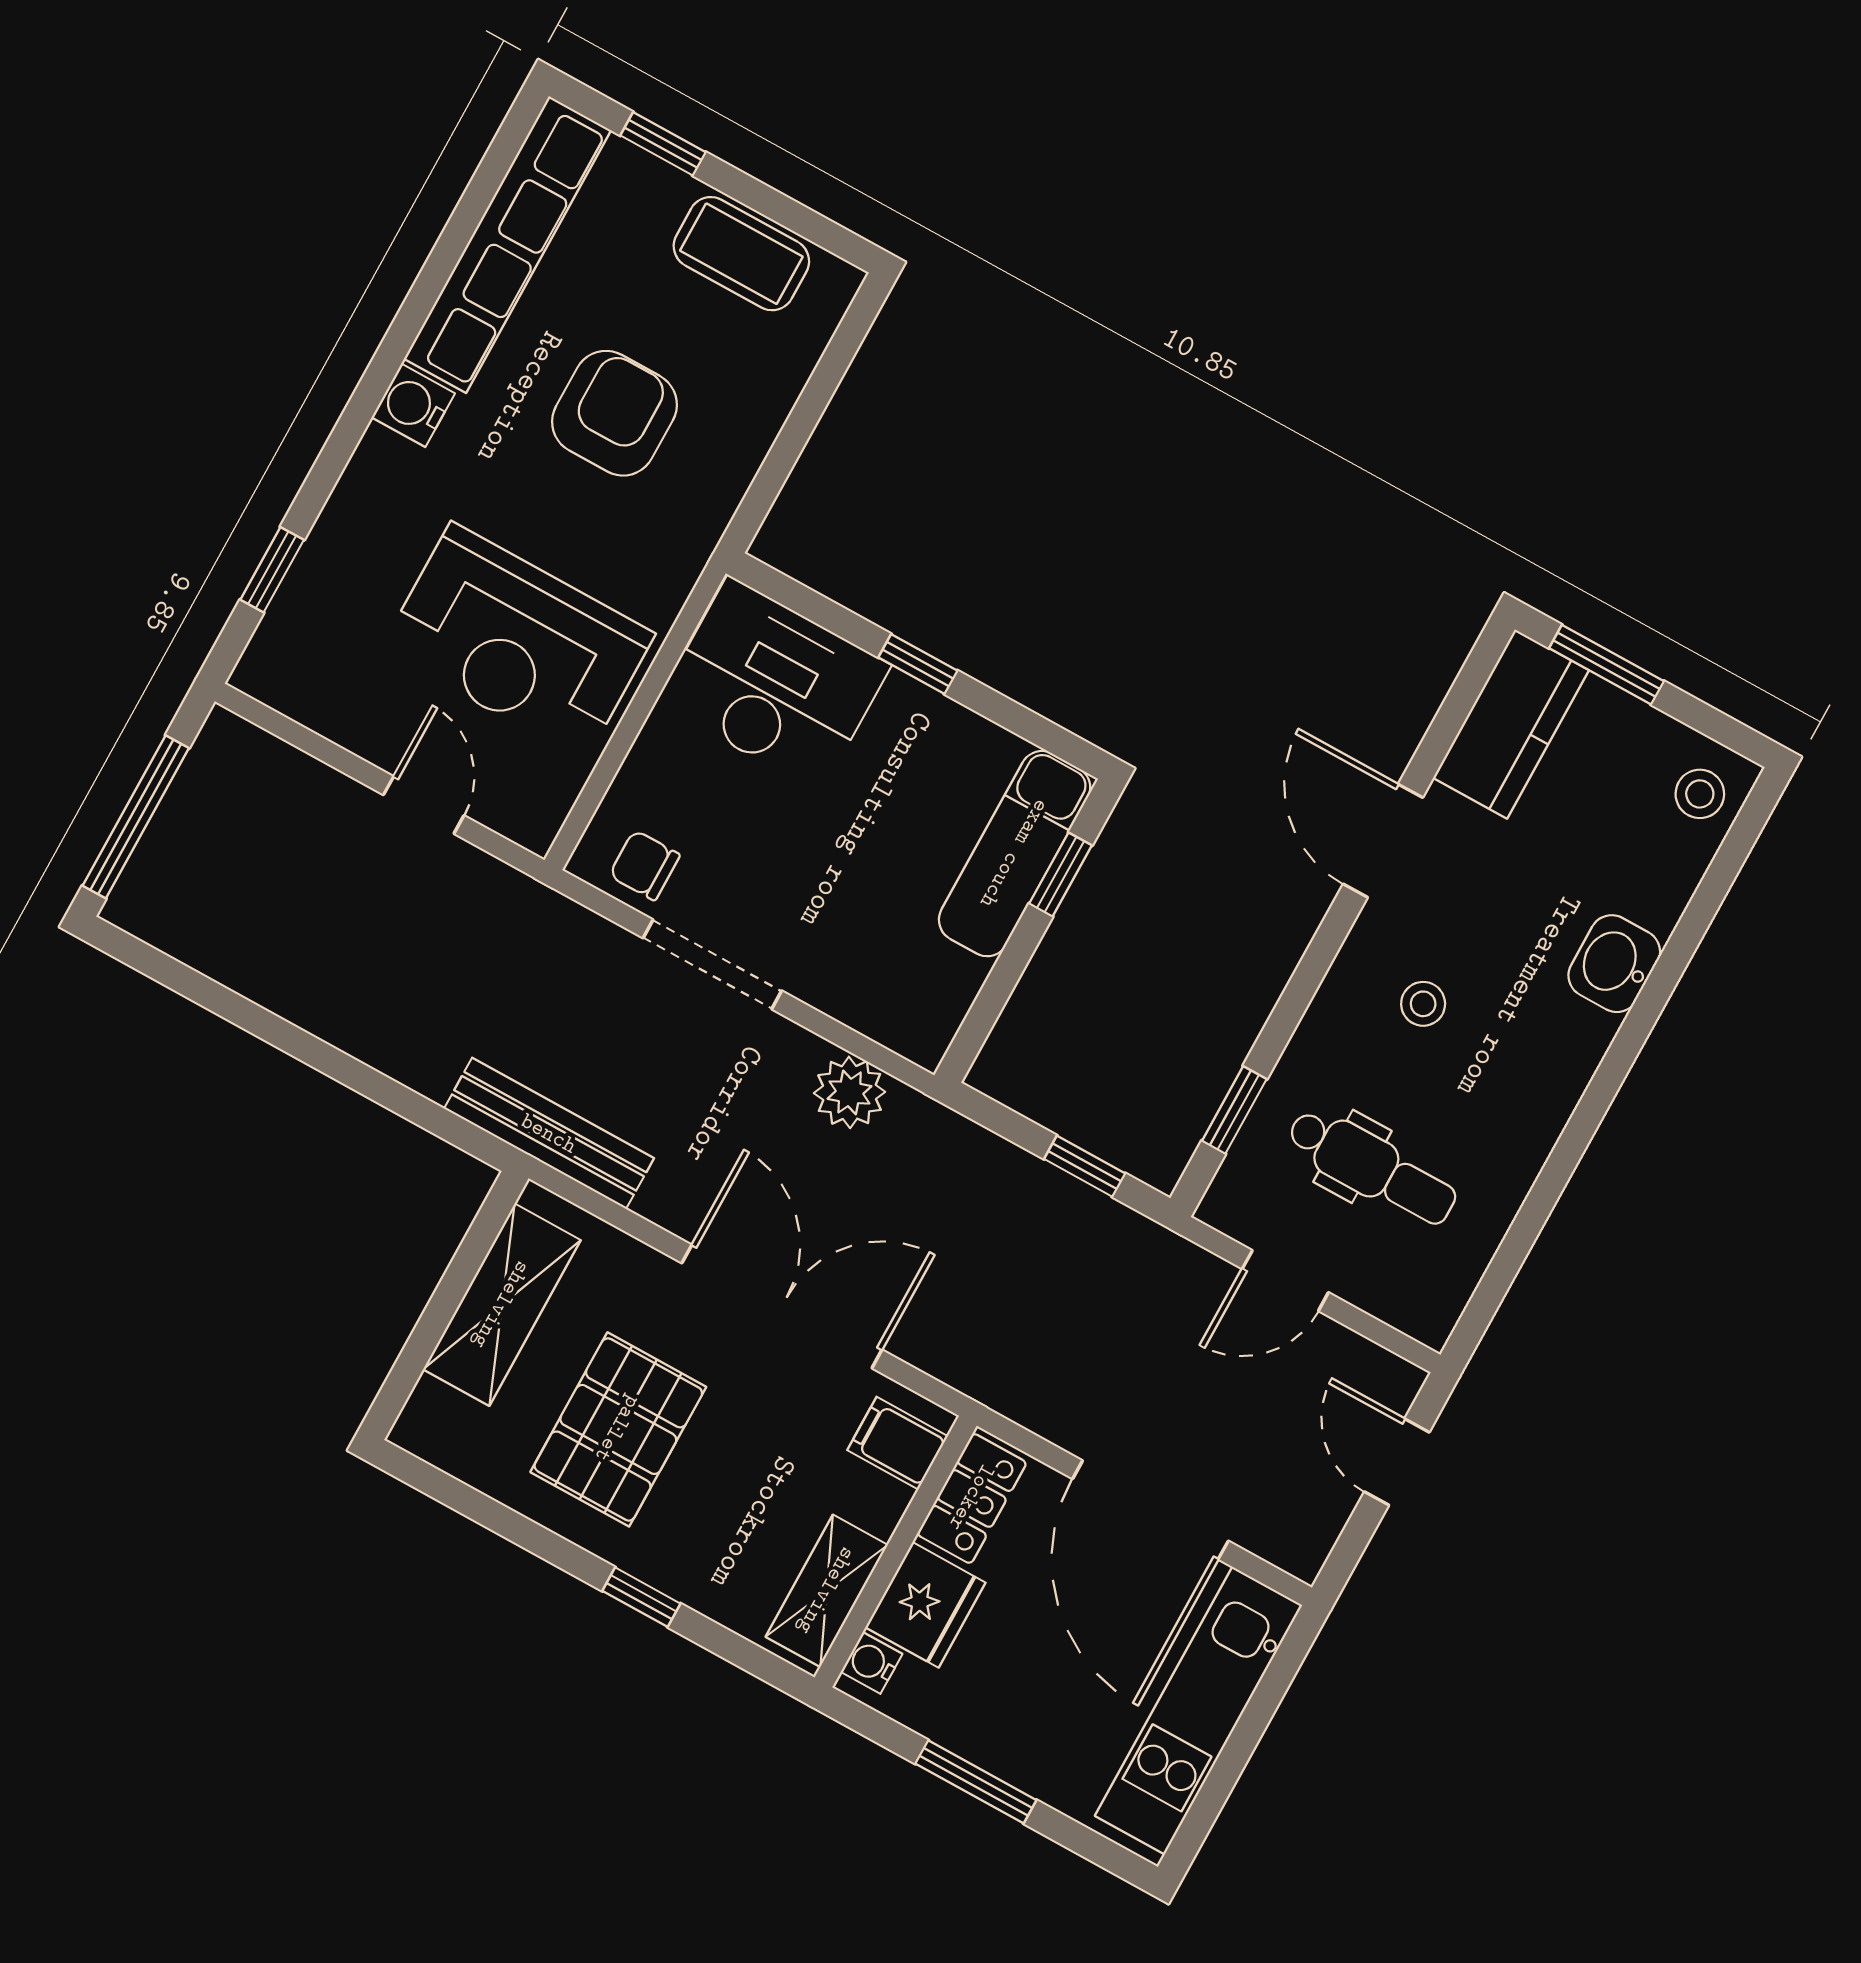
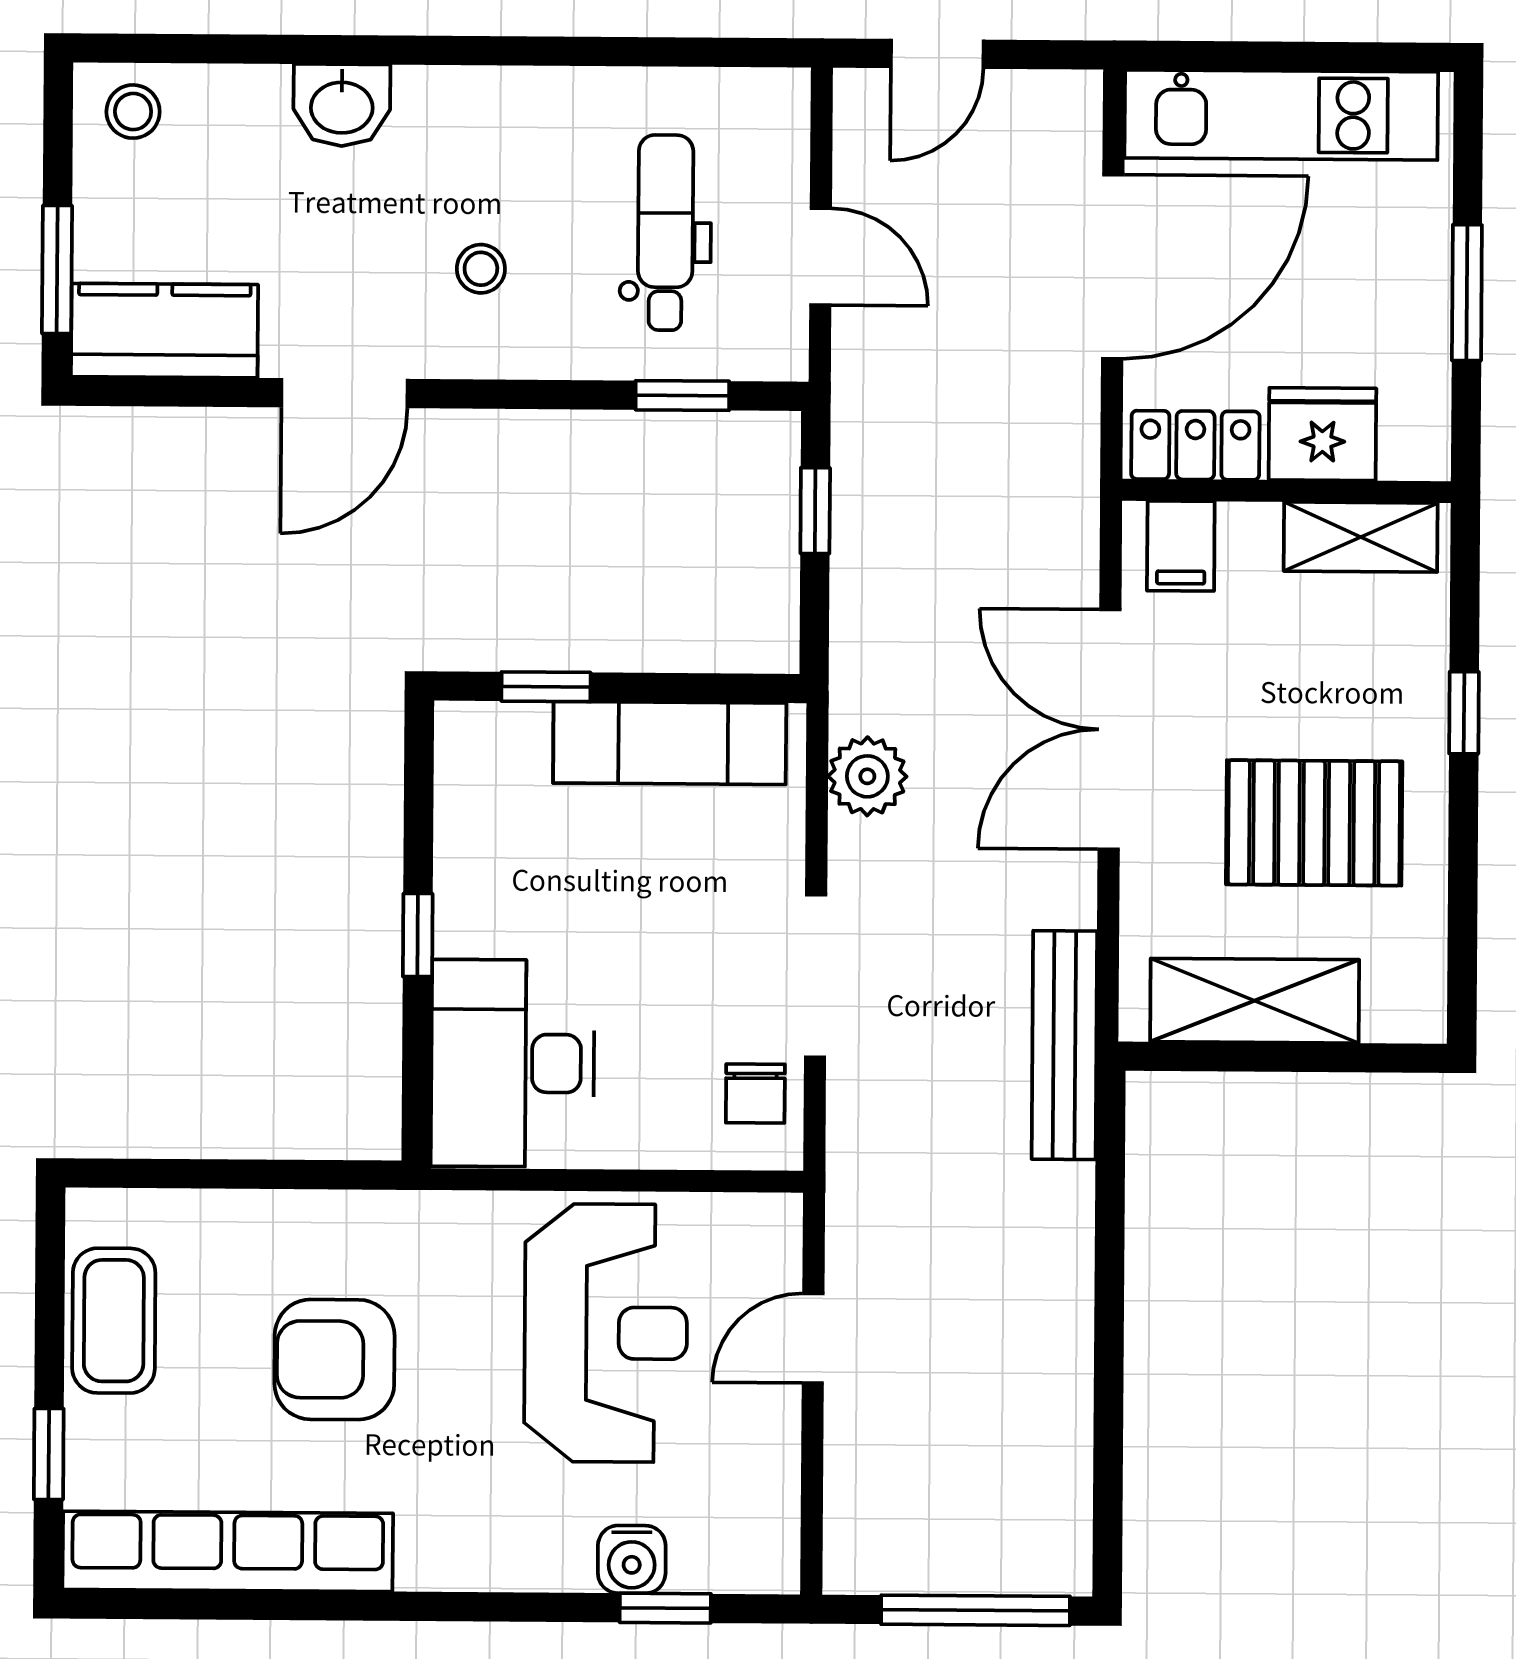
water cooler: (413, 405) -> (632, 1559), moved
exam couch: (1015, 854) -> (670, 743), moved
water cooler: (872, 1663) -> (1407, 456), removed

